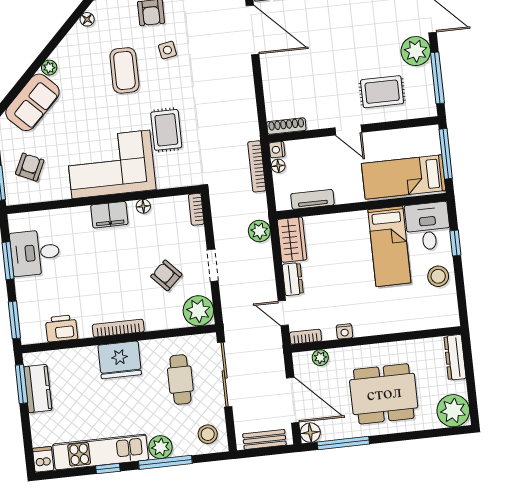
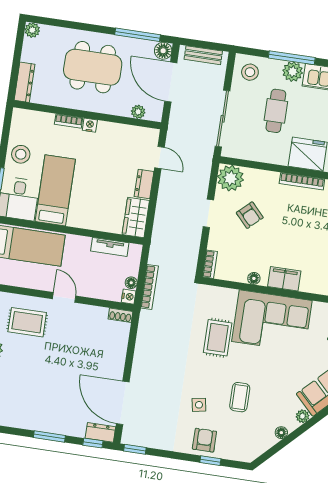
floor lamp: (87, 19) -> (281, 433), moved
coffee table: (124, 70) -> (240, 397), width x0.73, depth x0.77
shoe rack: (286, 126) -> (120, 315), width x0.70
plant: (259, 231) -> (161, 232), removed
nightstand: (344, 331) -> (90, 125), moved
bookcase: (306, 337) -> (69, 121), moved
cafe table: (180, 380) -> (276, 111), moved
plant: (453, 411) -> (32, 30), width x0.53, depth x0.53

